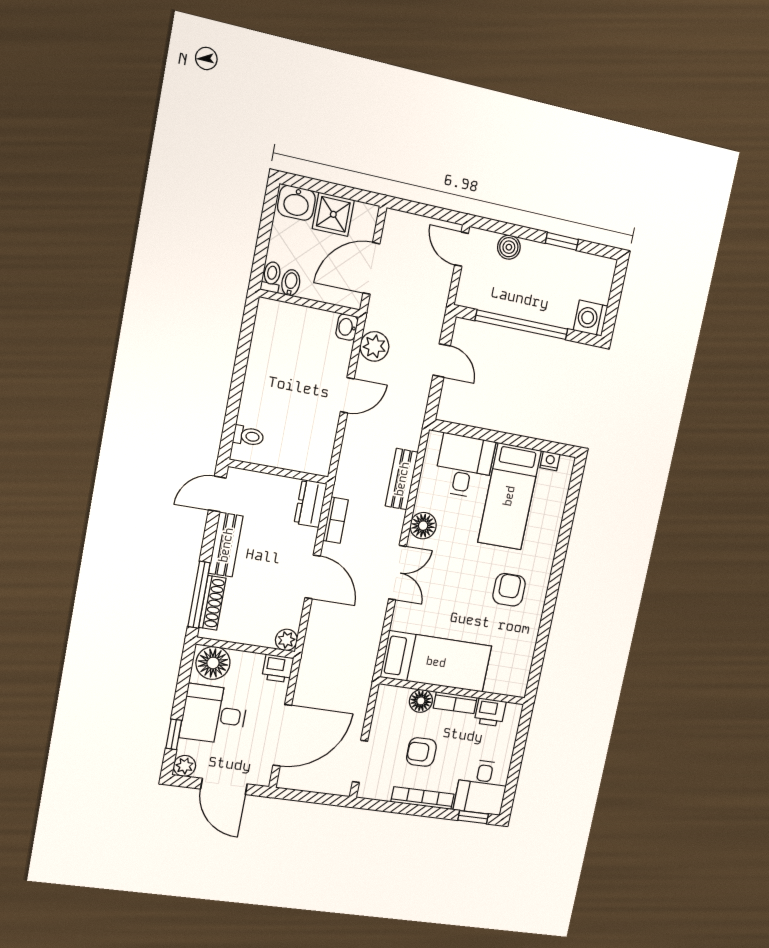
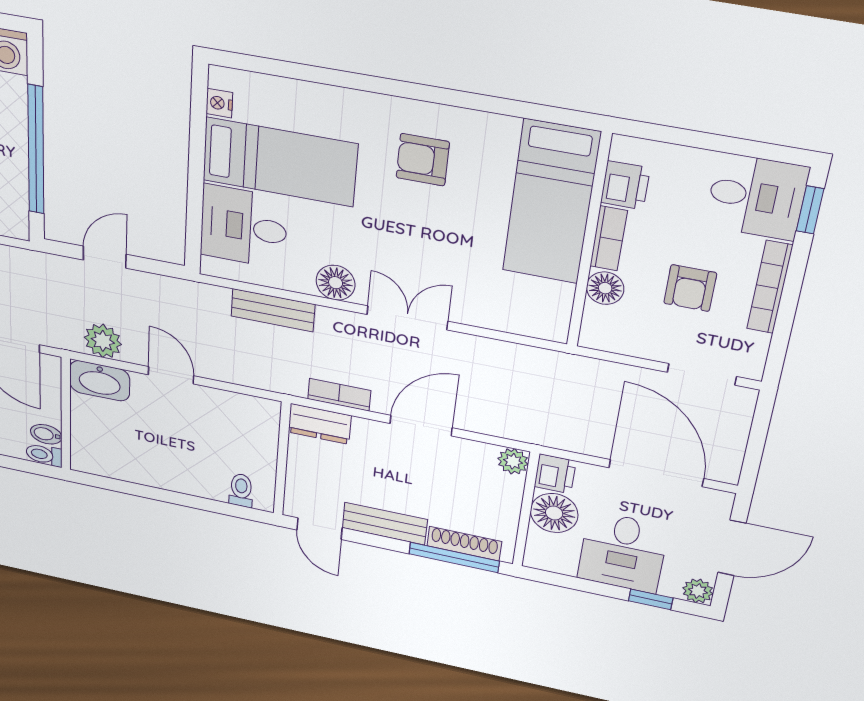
washbasin: (347, 327) -> (100, 381), width x1.91, depth x1.45
bed: (436, 662) -> (551, 202), moved, turned 180
floor lamp: (213, 663) -> (554, 513), moved

